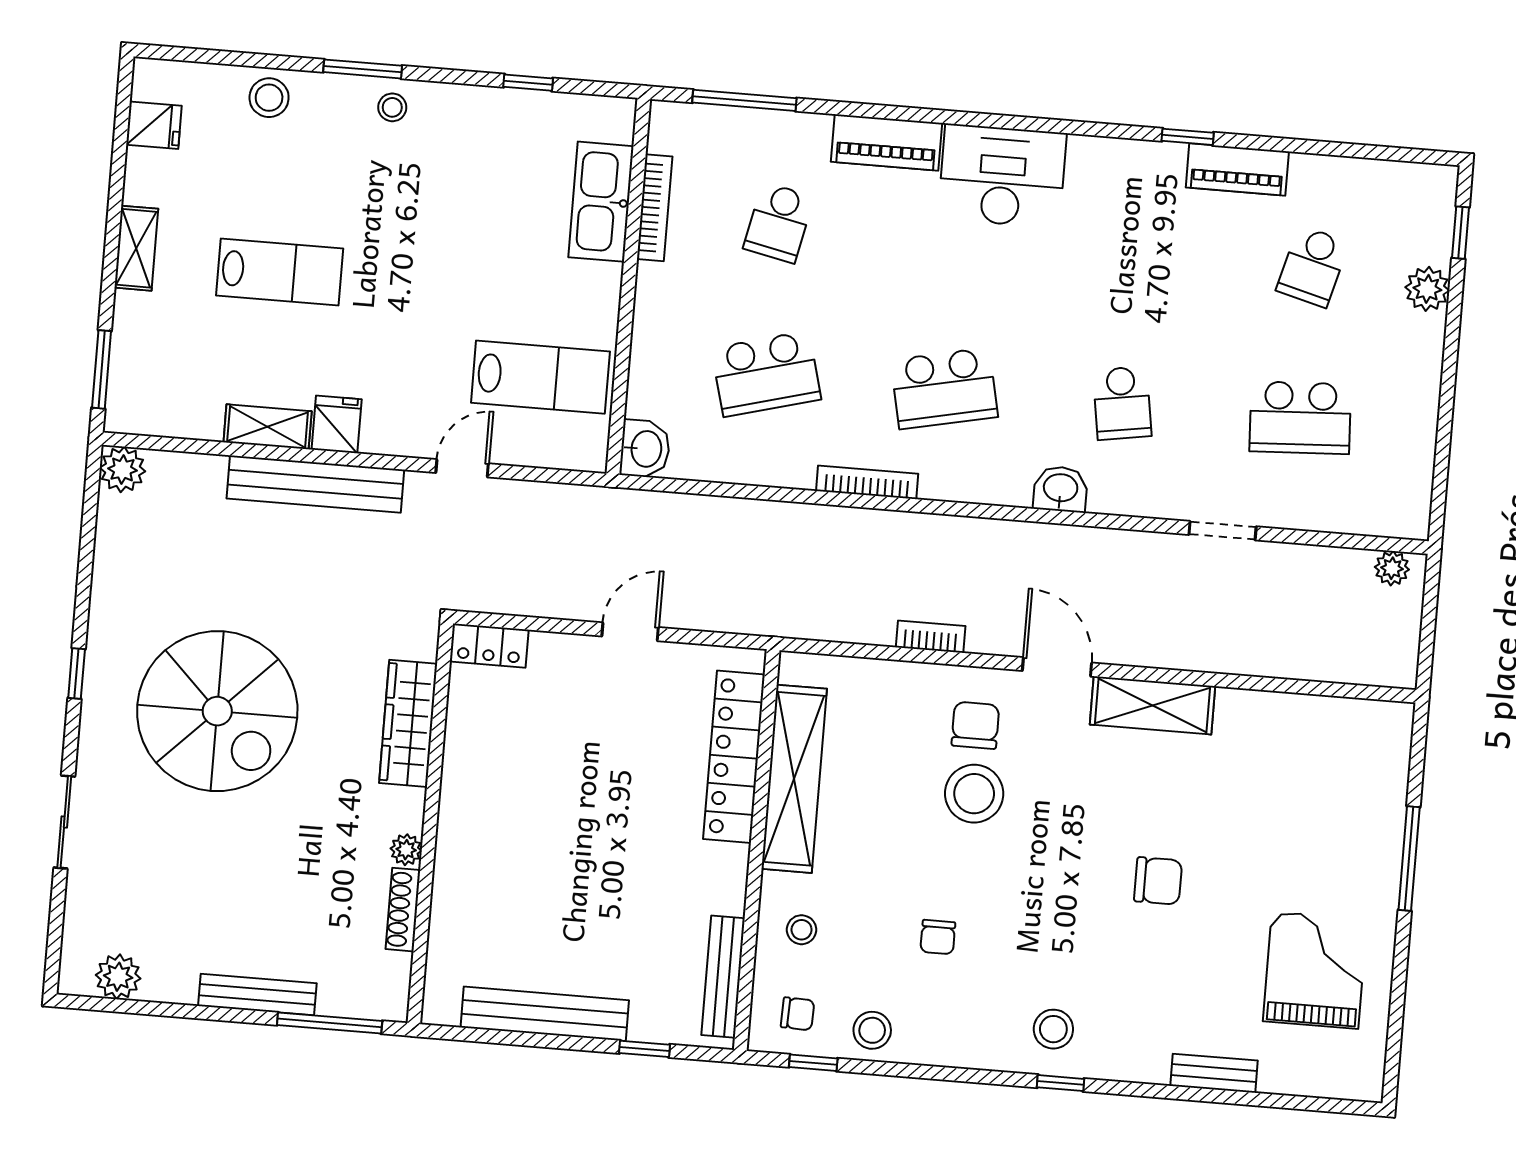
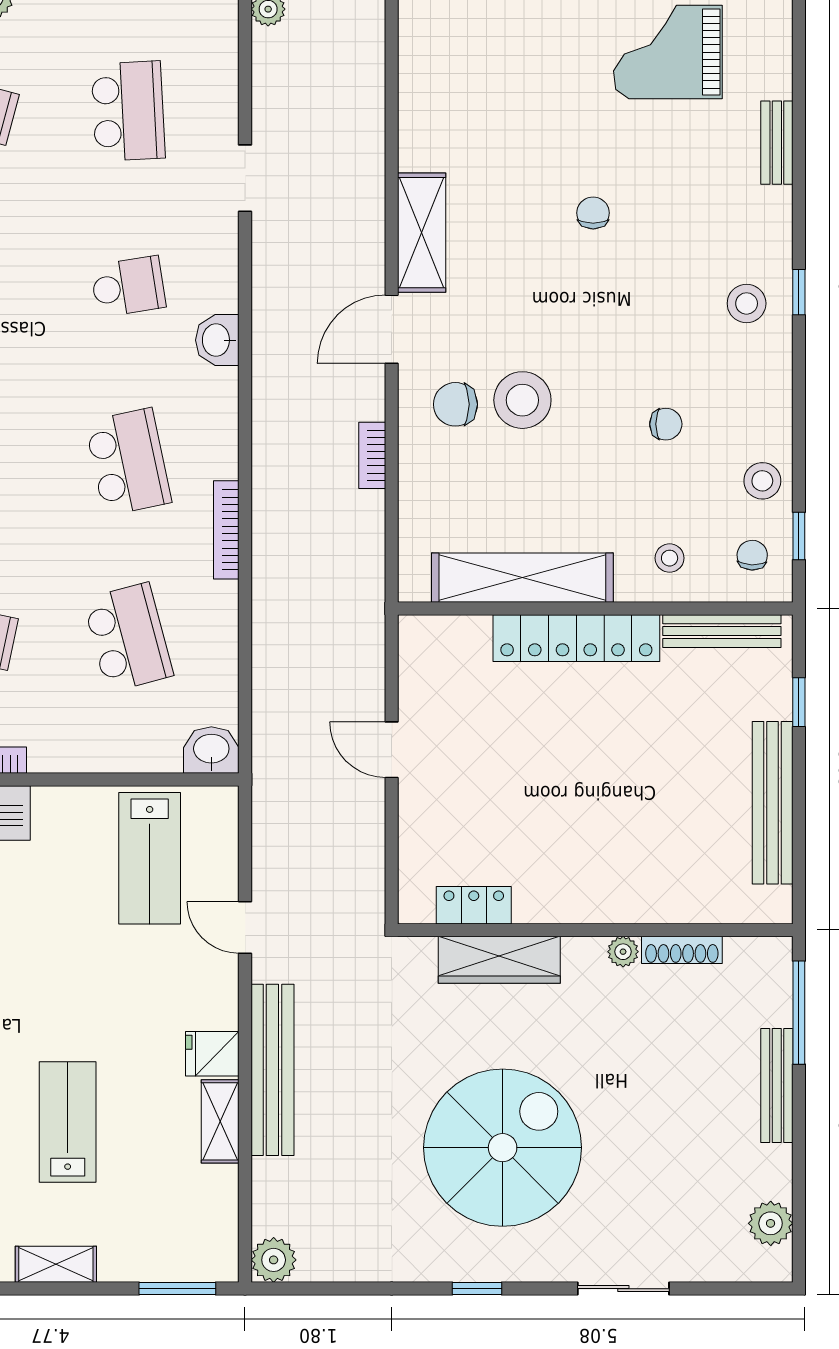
lab bench: (540, 377) -> (150, 858), turned 180
locker: (489, 646) -> (474, 905), moved, turned -90
locker: (734, 757) -> (576, 638), moved
chair: (1158, 881) -> (593, 213), width x0.73, depth x0.73

